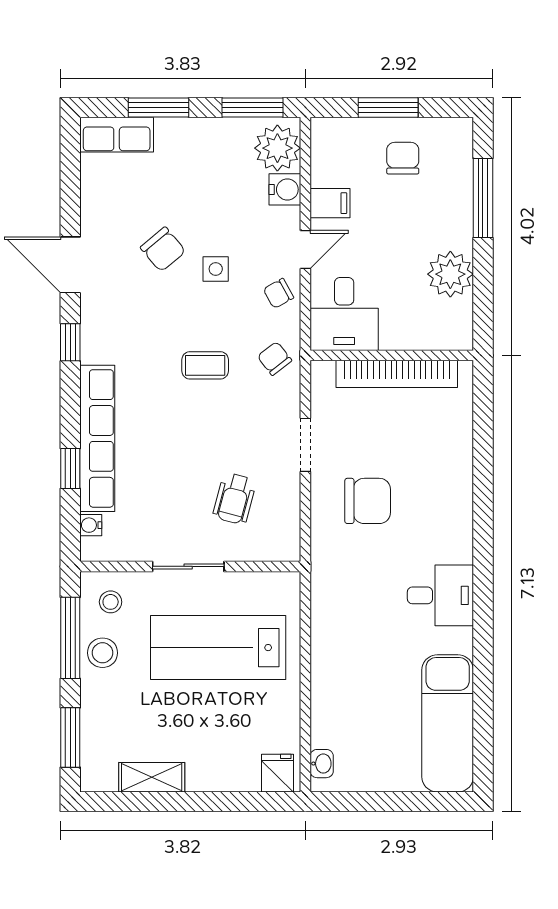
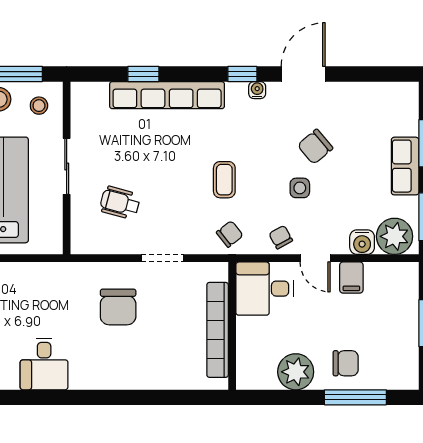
row of seats: (117, 135) -> (405, 166), moved
chair: (403, 158) -> (346, 363), moved
water cooler: (91, 525) -> (257, 90), moved

